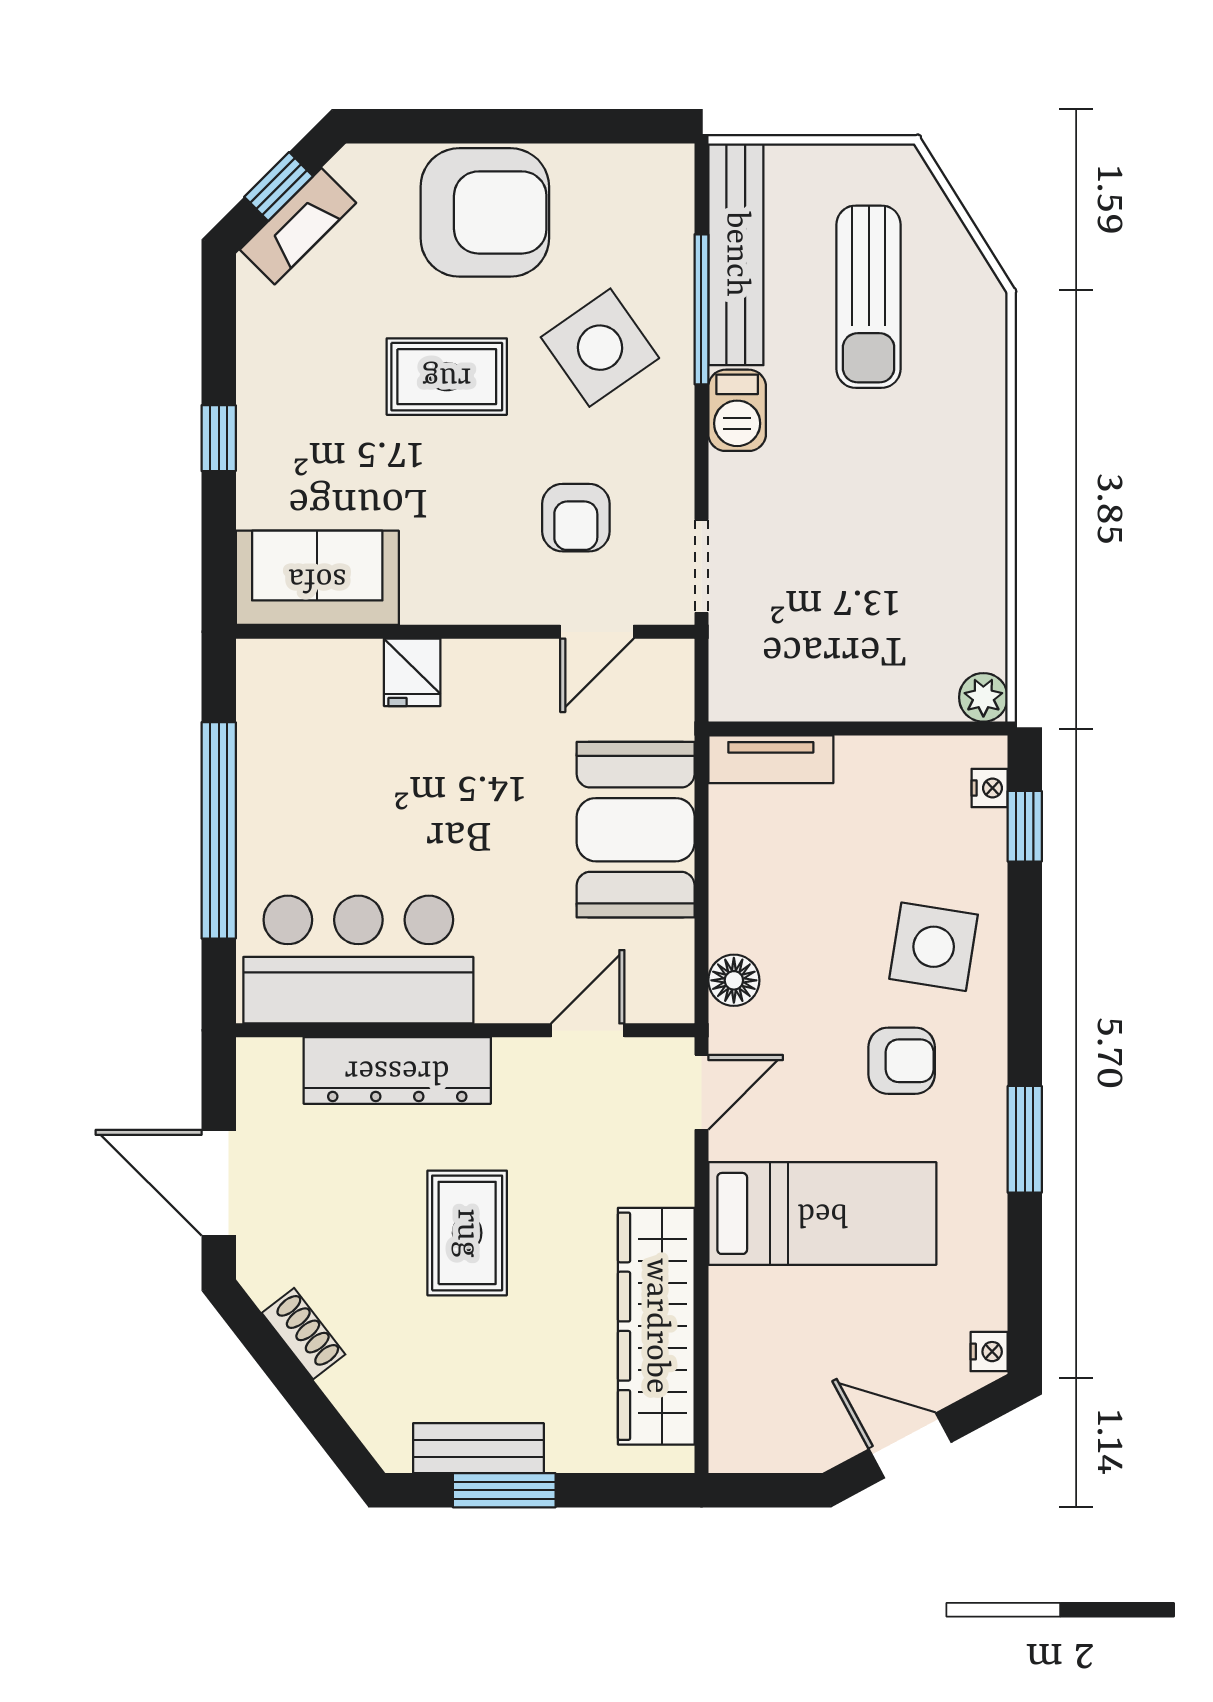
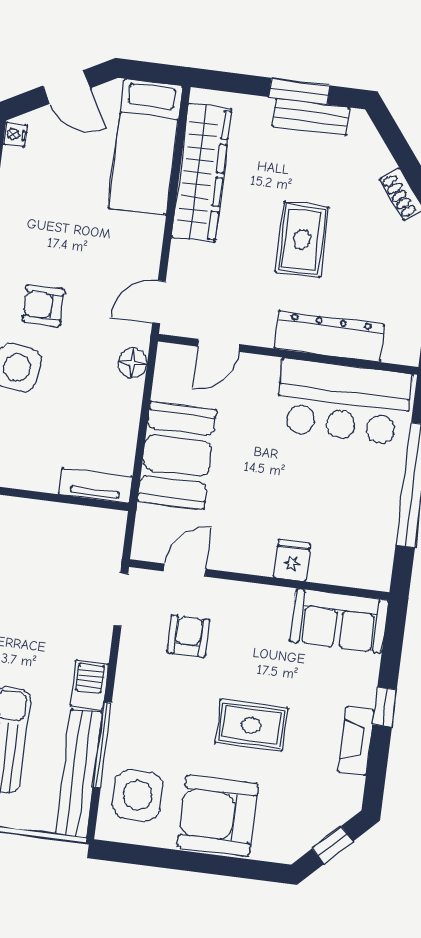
fireplace: (298, 226) -> (356, 741), moved, turned -45
side table: (600, 348) -> (138, 795), moved, turned 35
bed: (822, 1213) -> (145, 147), moved, turned -90

